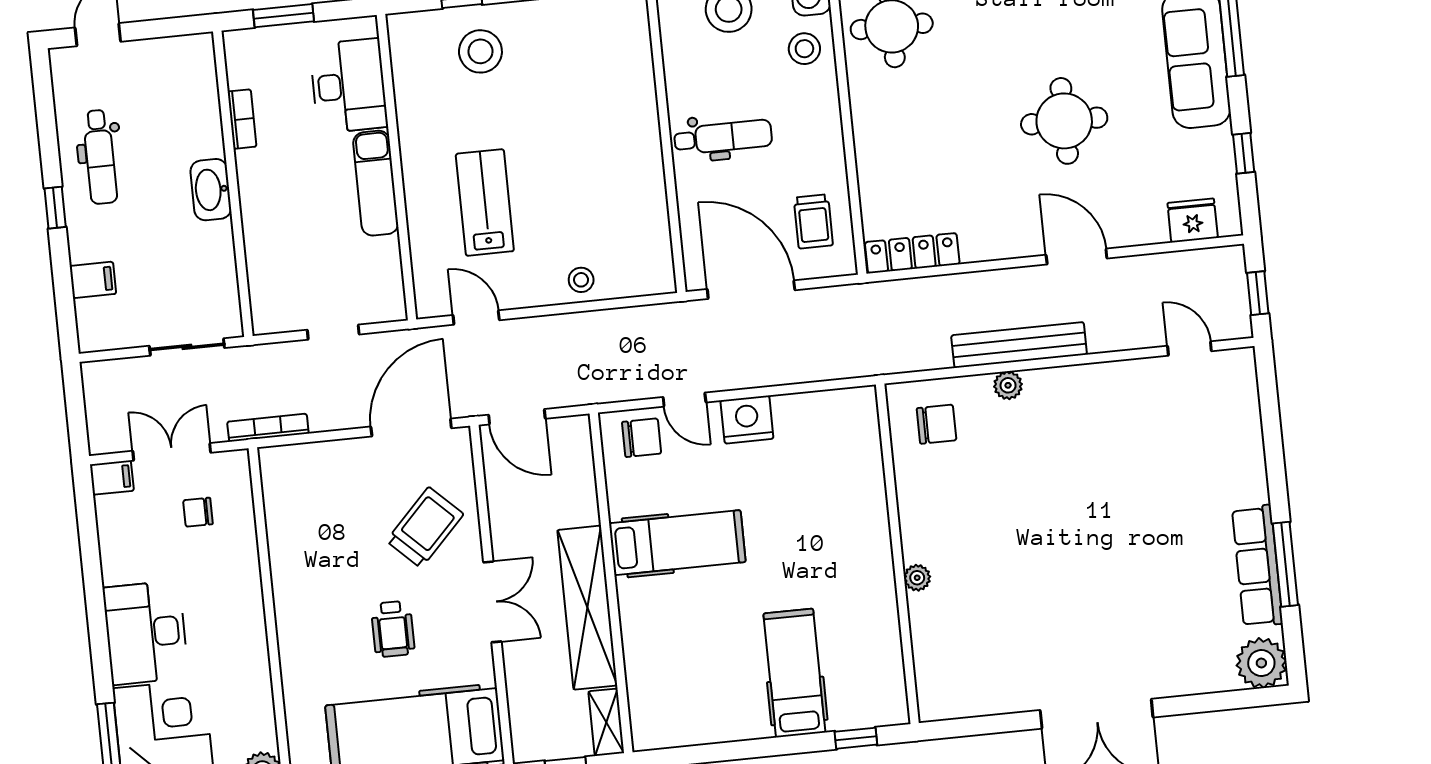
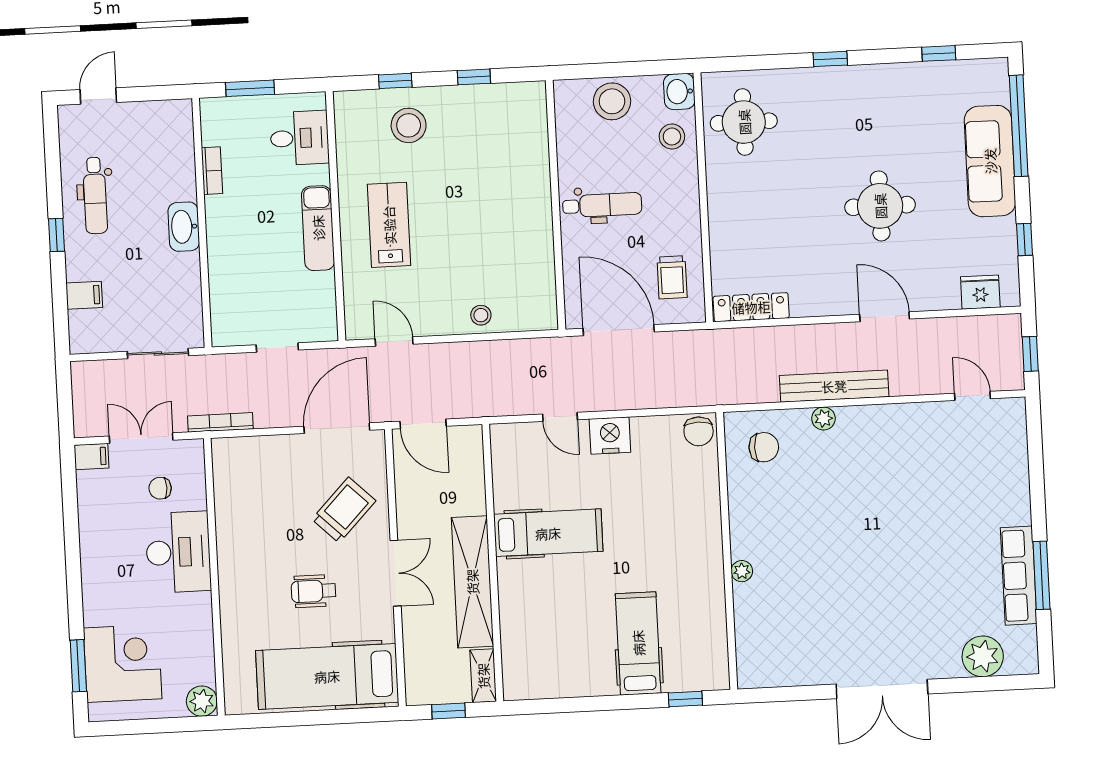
desk: (349, 86) -> (300, 138), width x0.73
lab bench: (485, 202) -> (389, 225), moved
chair: (642, 438) -> (699, 431), moved, turned 90
wheelchair: (393, 629) -> (314, 591), turned 90
desk: (146, 633) -> (178, 552), moved, turned 180
plant: (1261, 663) -> (983, 656), moved

